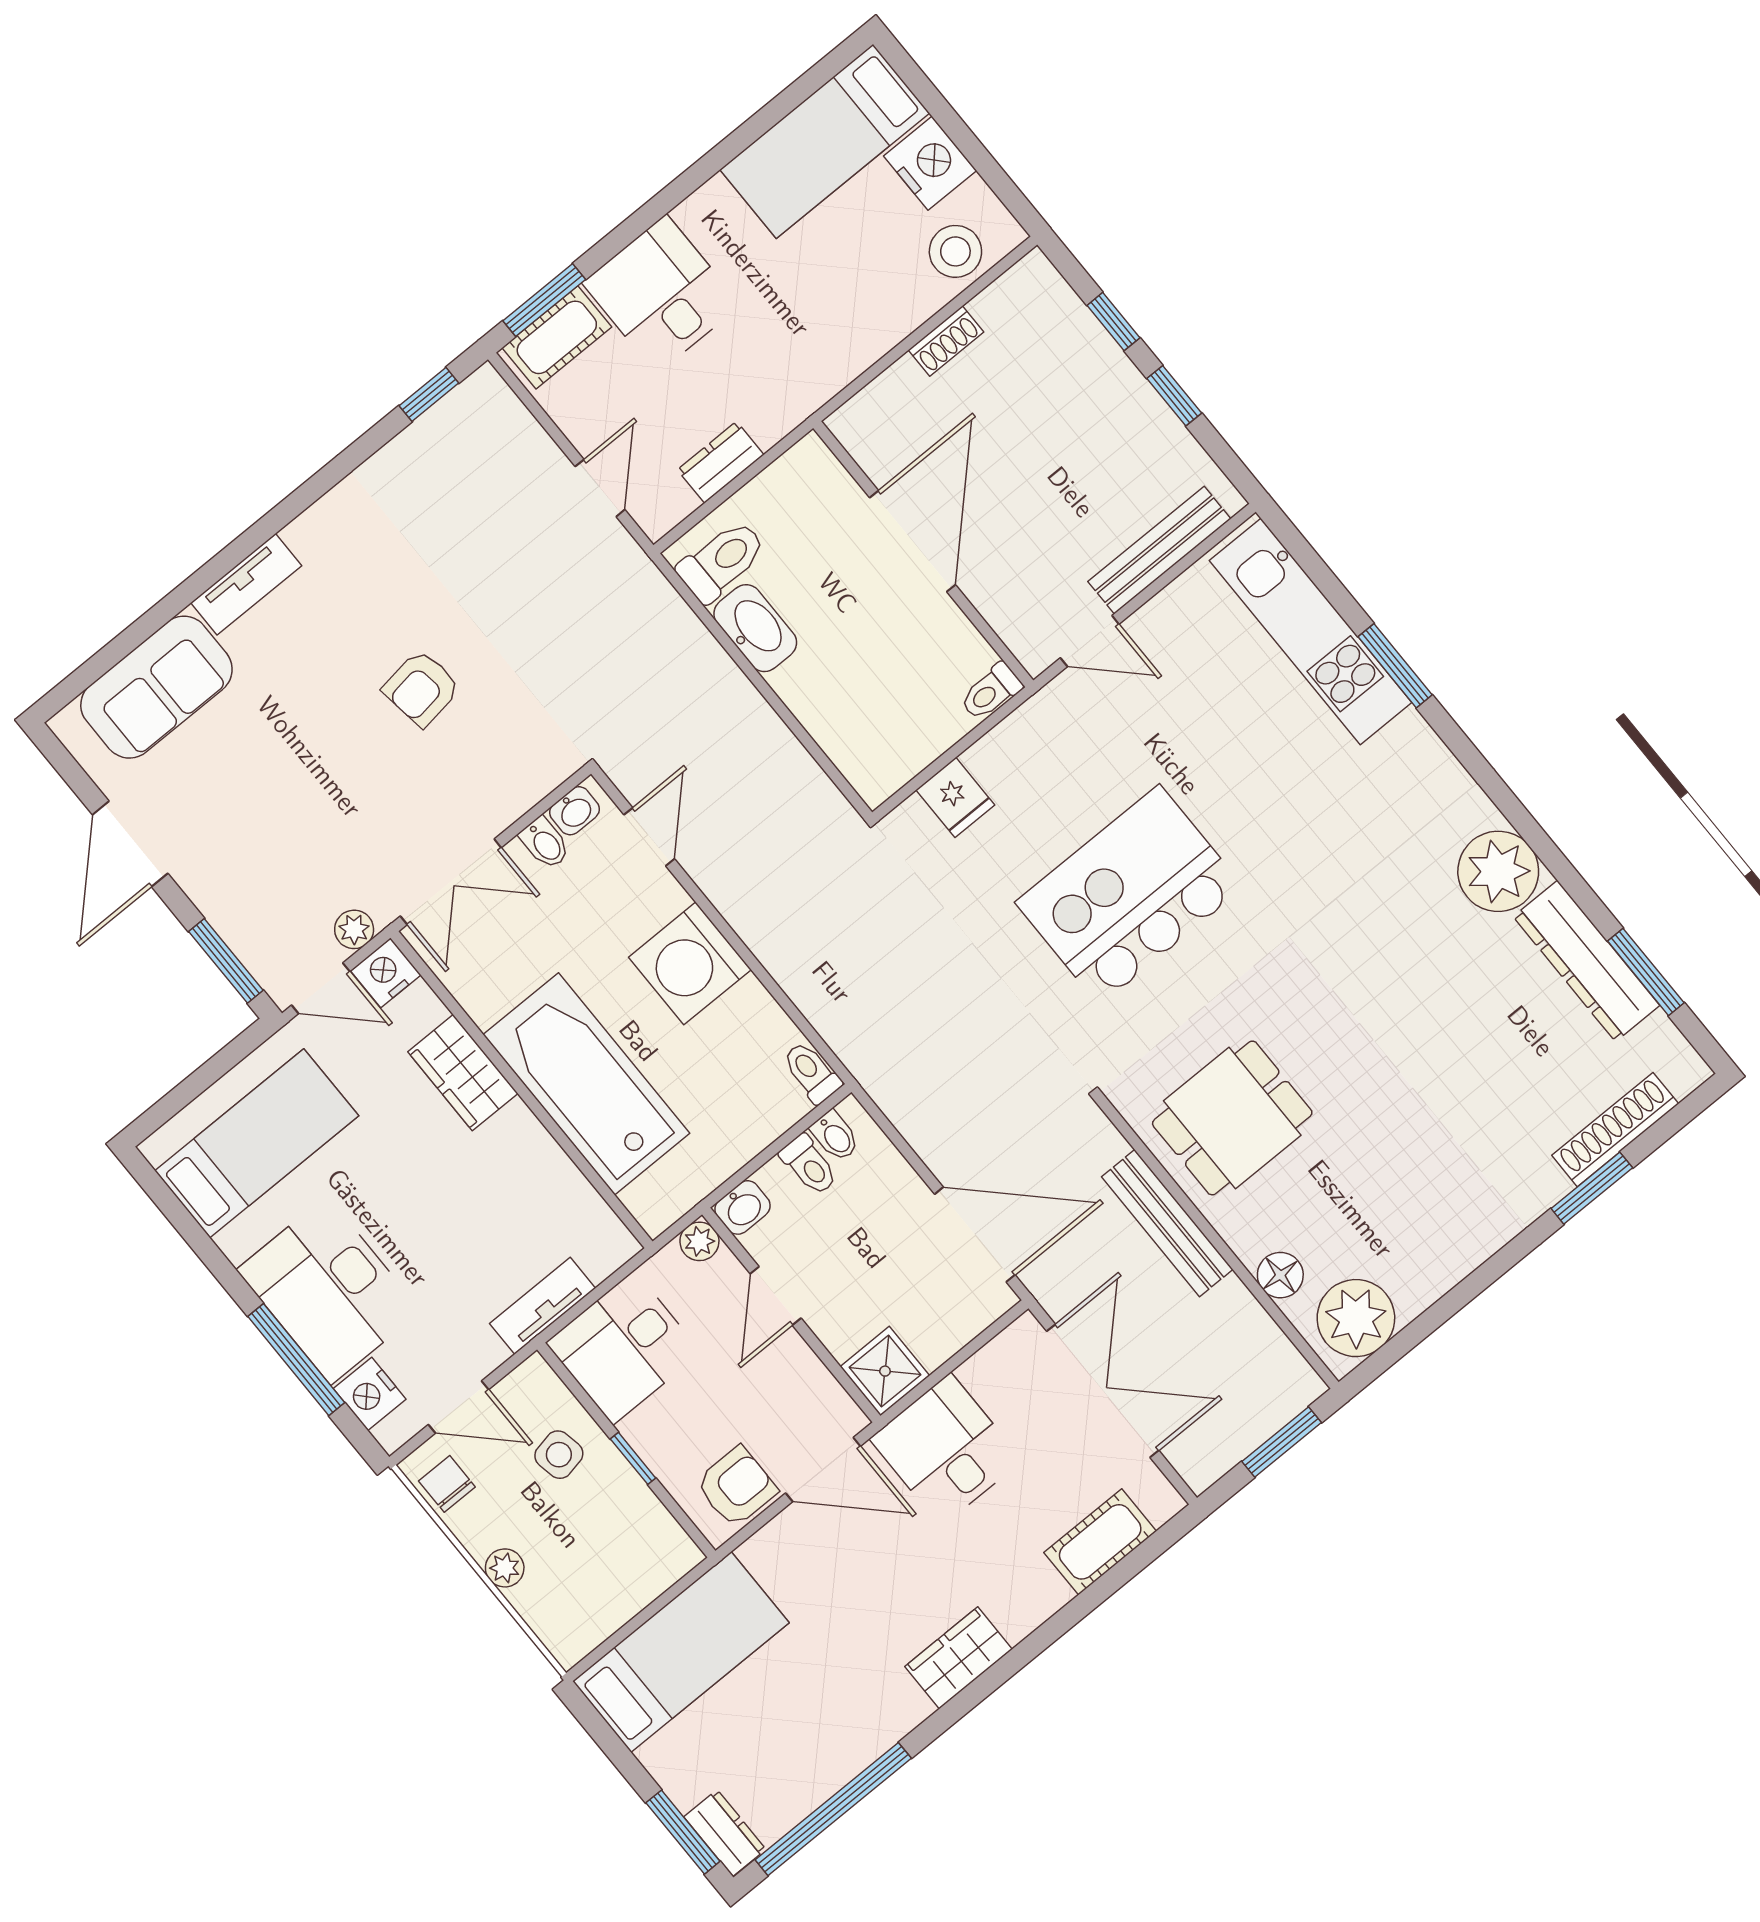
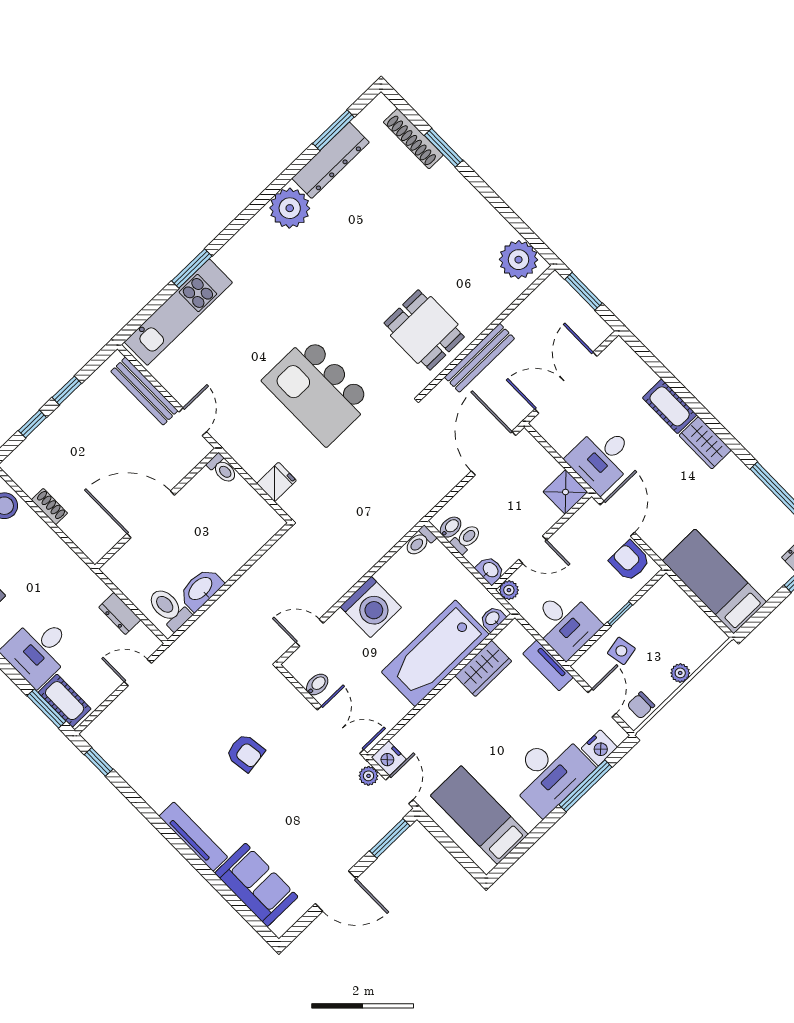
tv unit: (246, 584) -> (193, 837), width x1.41
washbasin: (575, 811) -> (493, 619), moved, turned -90
wardrobe: (463, 1073) -> (483, 668), moved
floor lamp: (1280, 1275) -> (500, 299), removed
cot: (1100, 1542) -> (670, 406), moved

